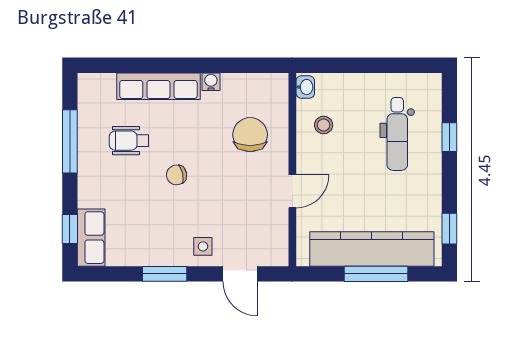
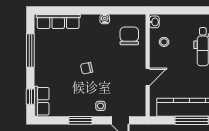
row of seats: (158, 86) -> (58, 21), moved
chair: (250, 135) -> (129, 36), moved
wheelchair: (129, 141) -> (62, 50), removed

